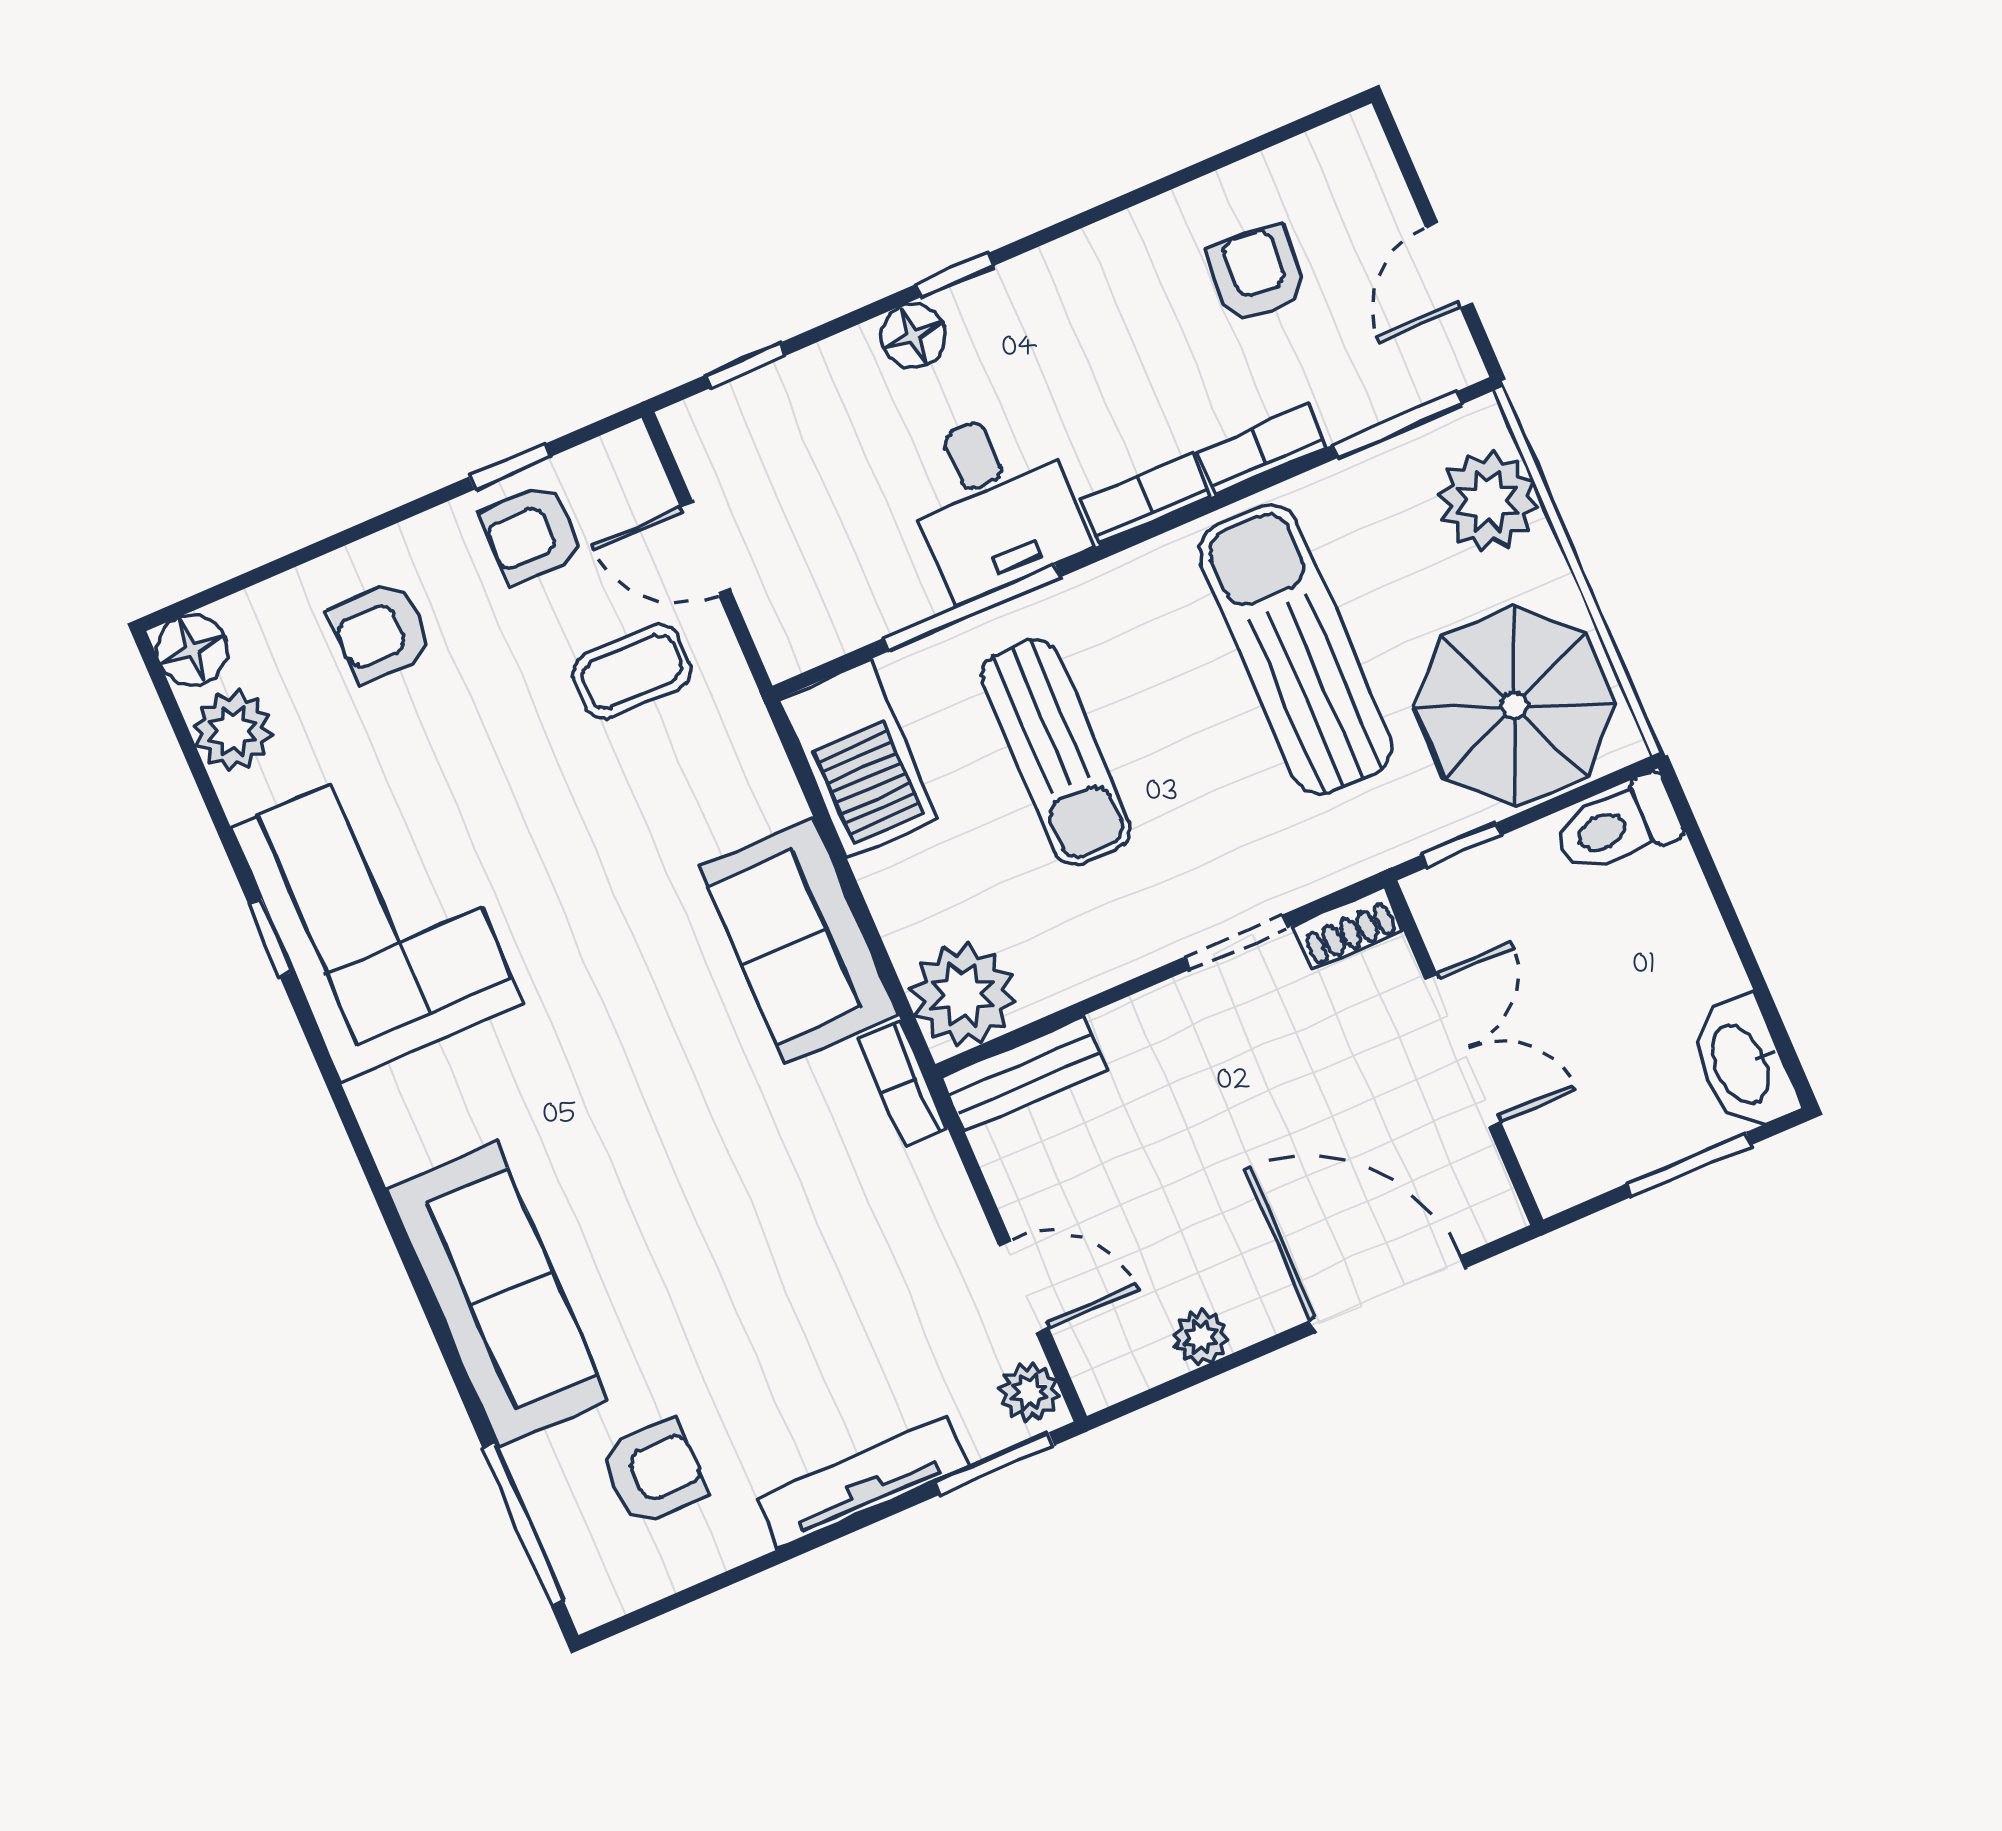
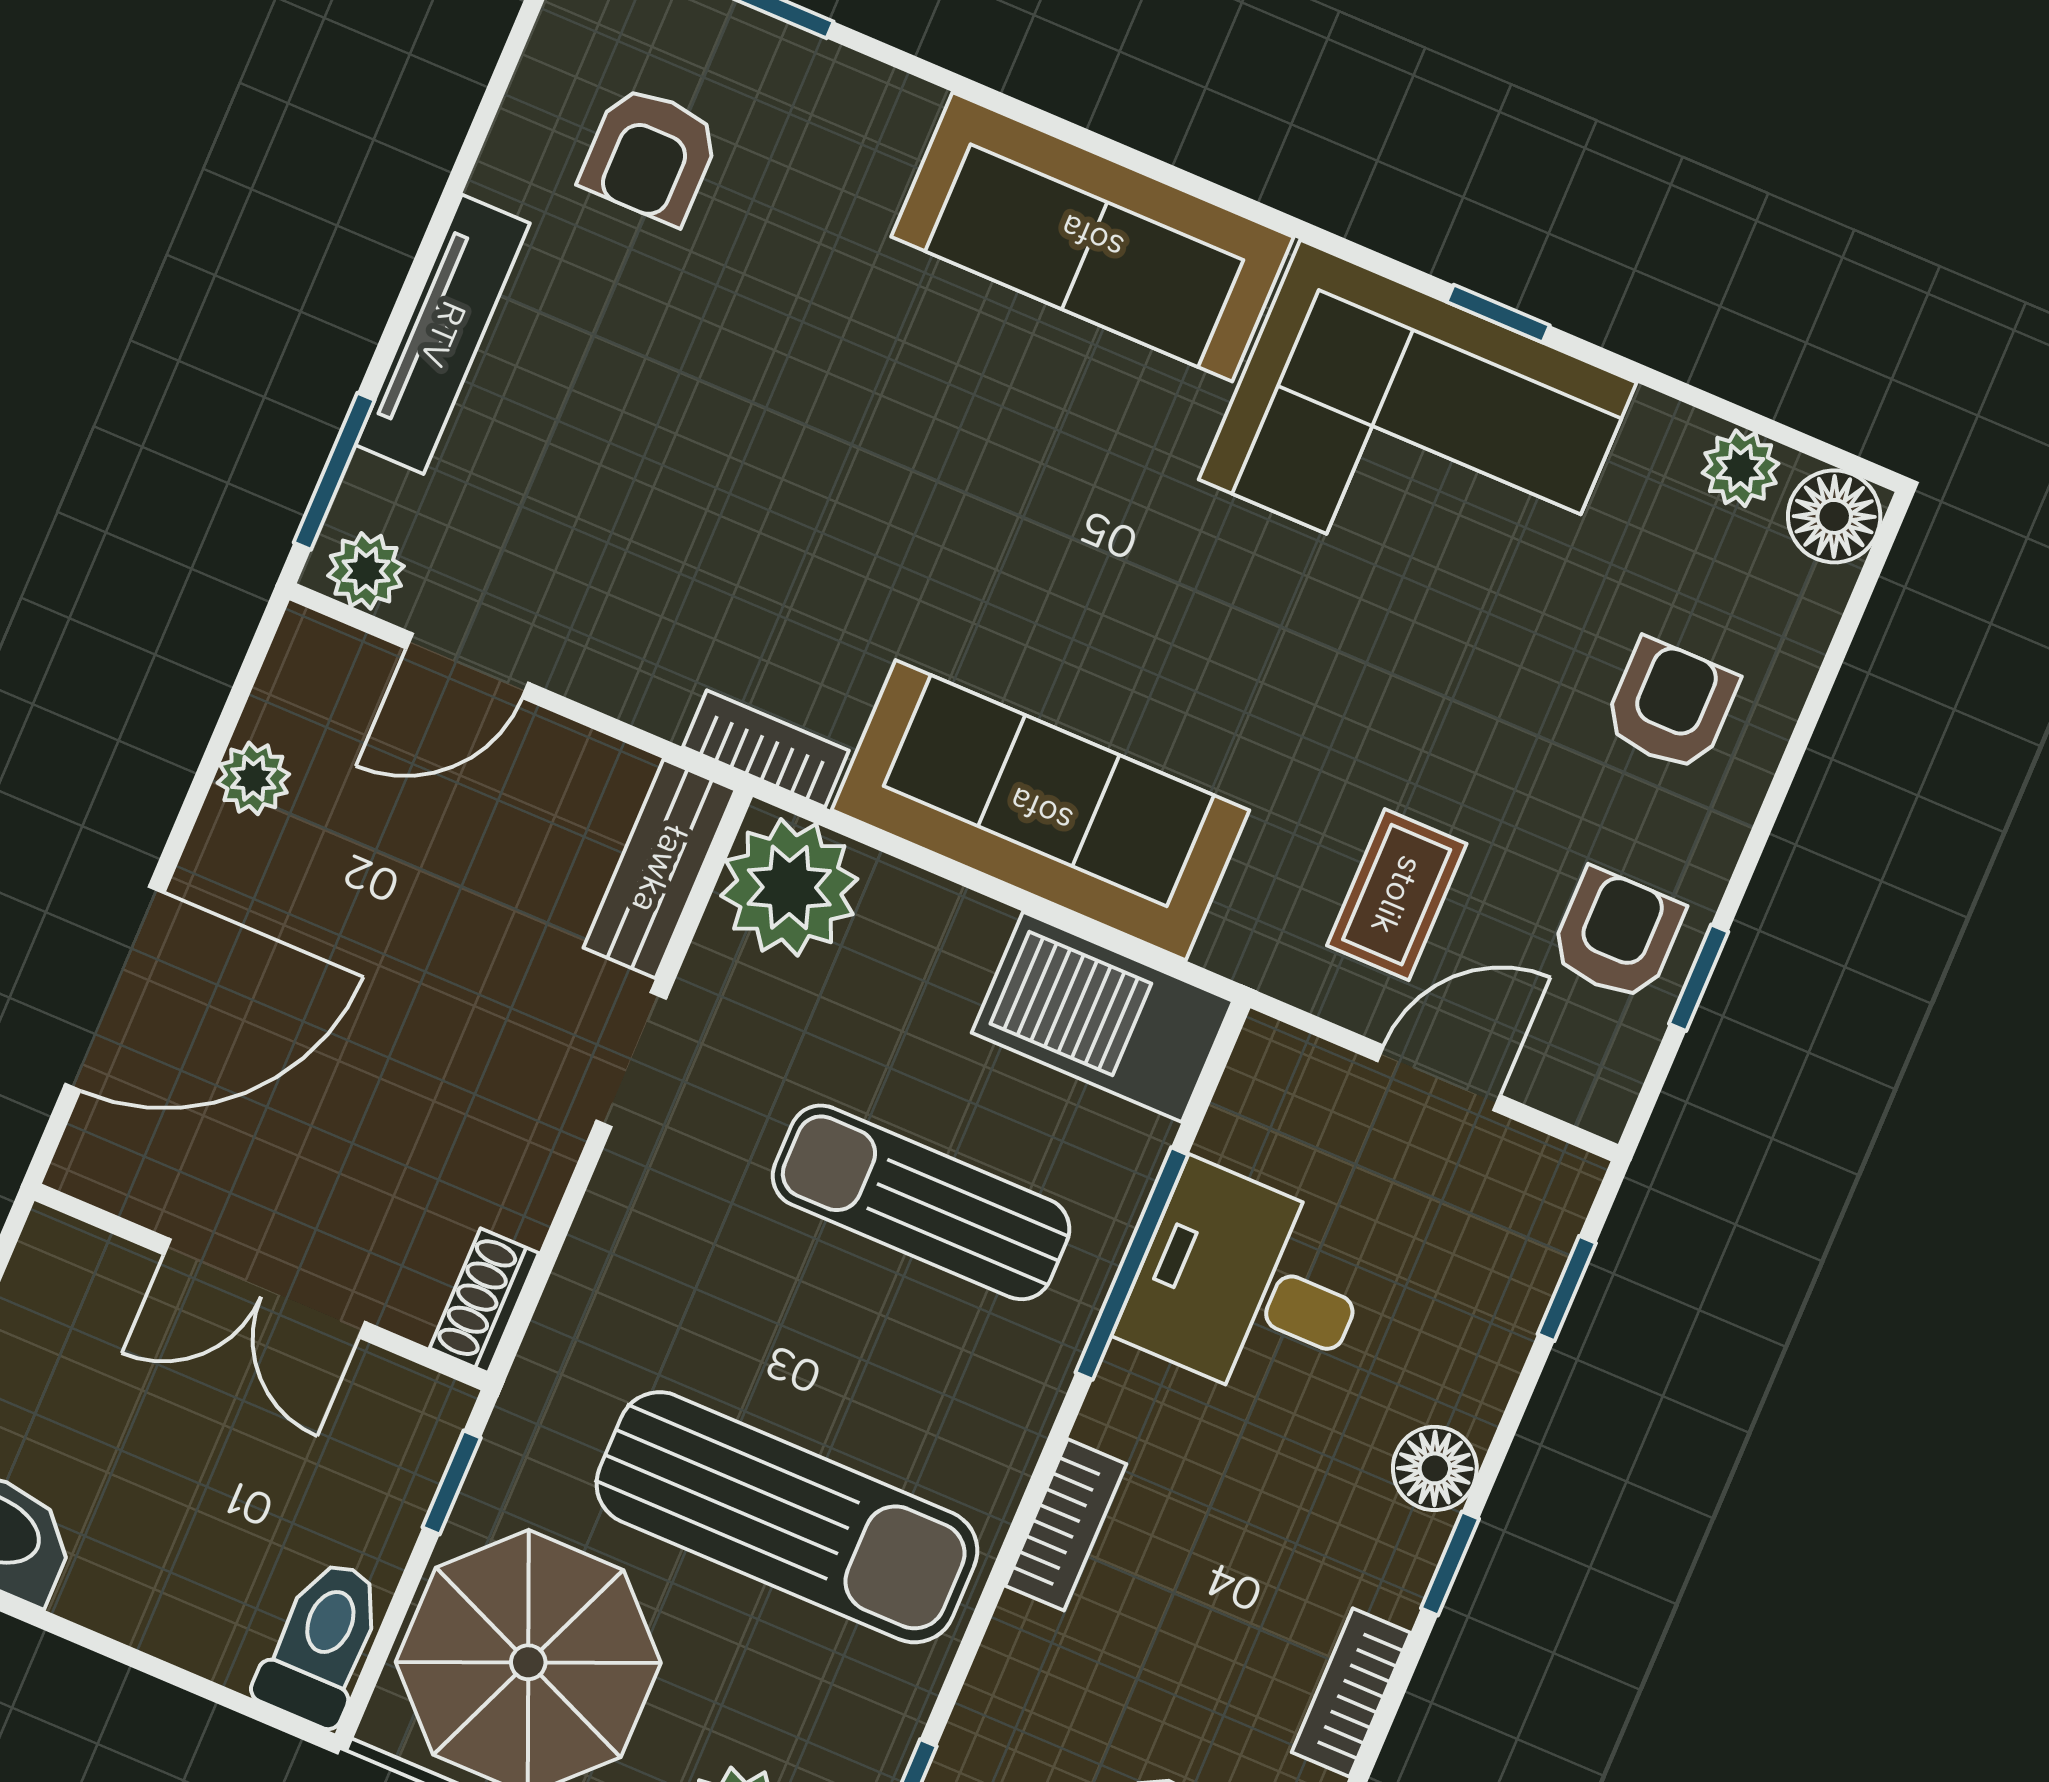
bookcase: (1262, 449) -> (1351, 1693), moved, turned 180
desk: (993, 502) -> (1248, 1287), moved
plant: (233, 731) -> (1741, 468), width x0.73, depth x0.73
sofa: (799, 941) -> (1041, 810), width x1.36
doorway: (1235, 943) -> (631, 1060), moved
sofa: (497, 1295) -> (1092, 237), moved

